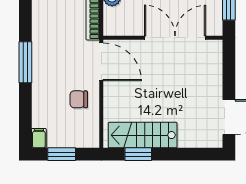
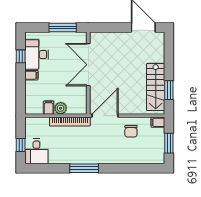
window: (25, 62) -> (84, 168), moved
filing cabinet: (39, 138) -> (158, 122), moved

